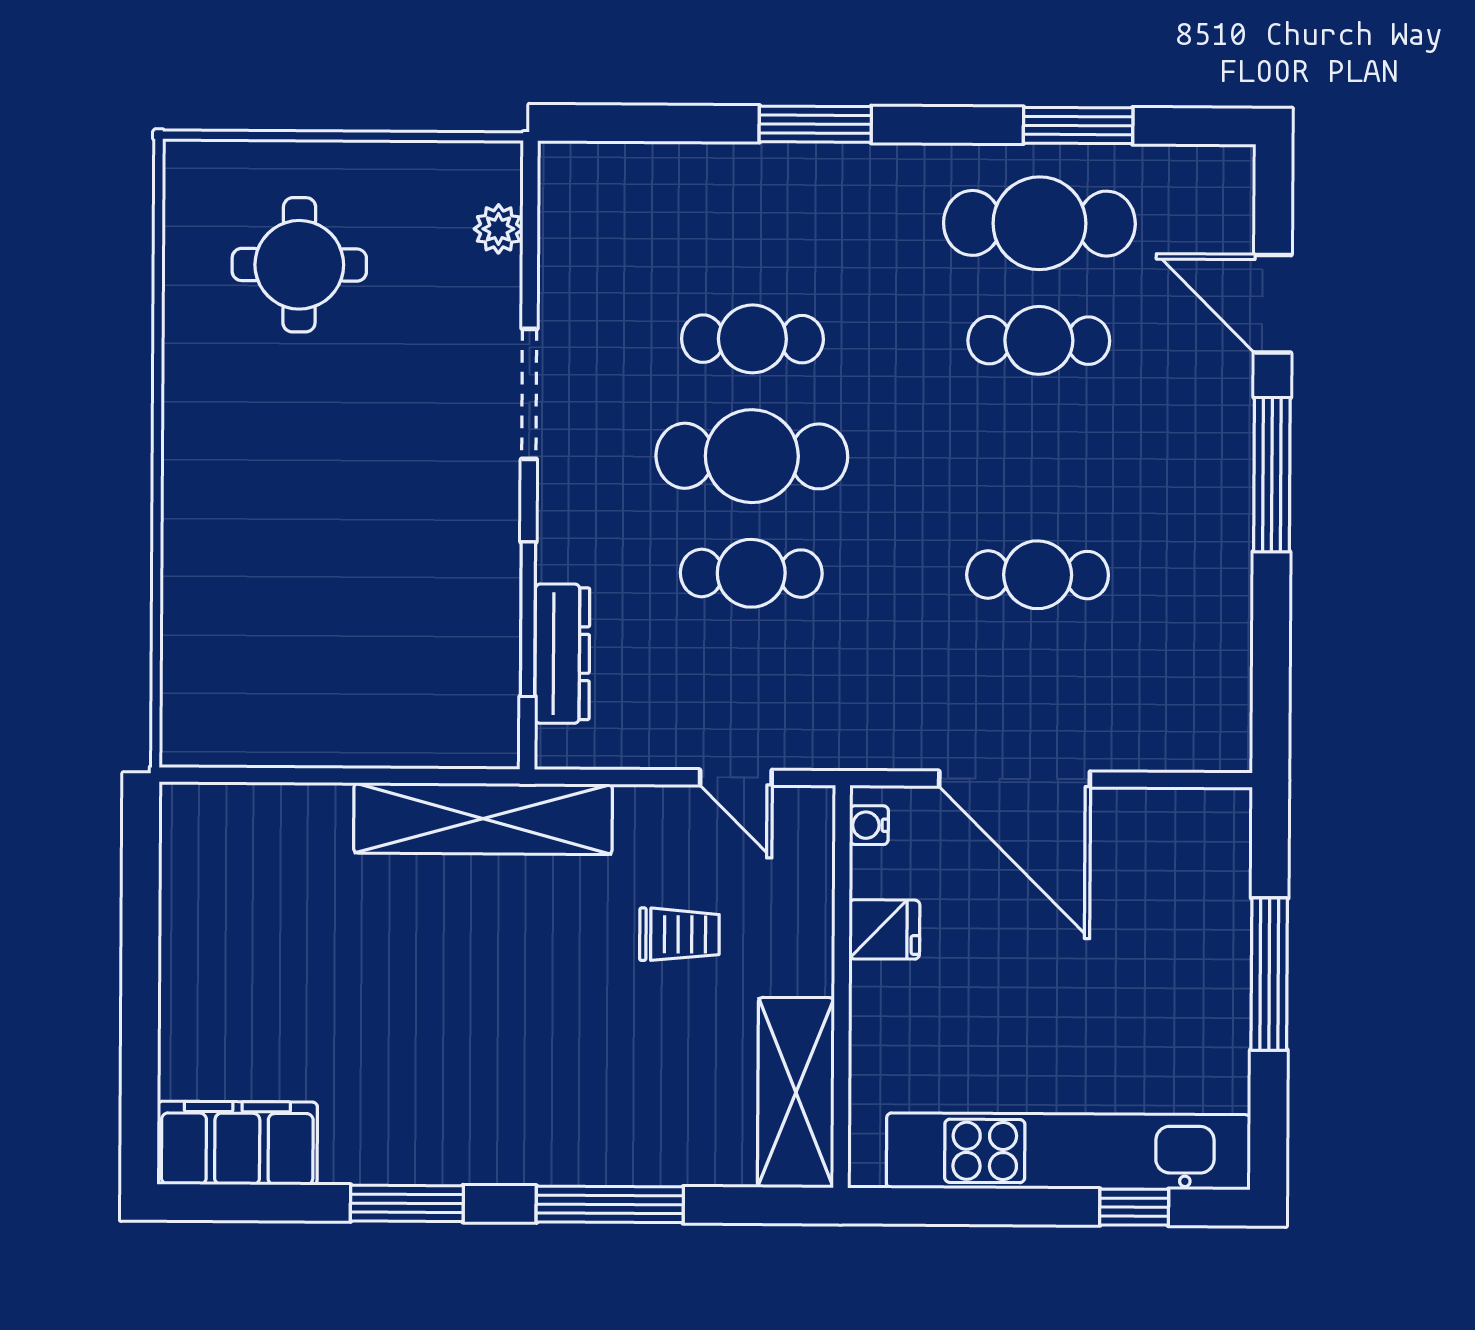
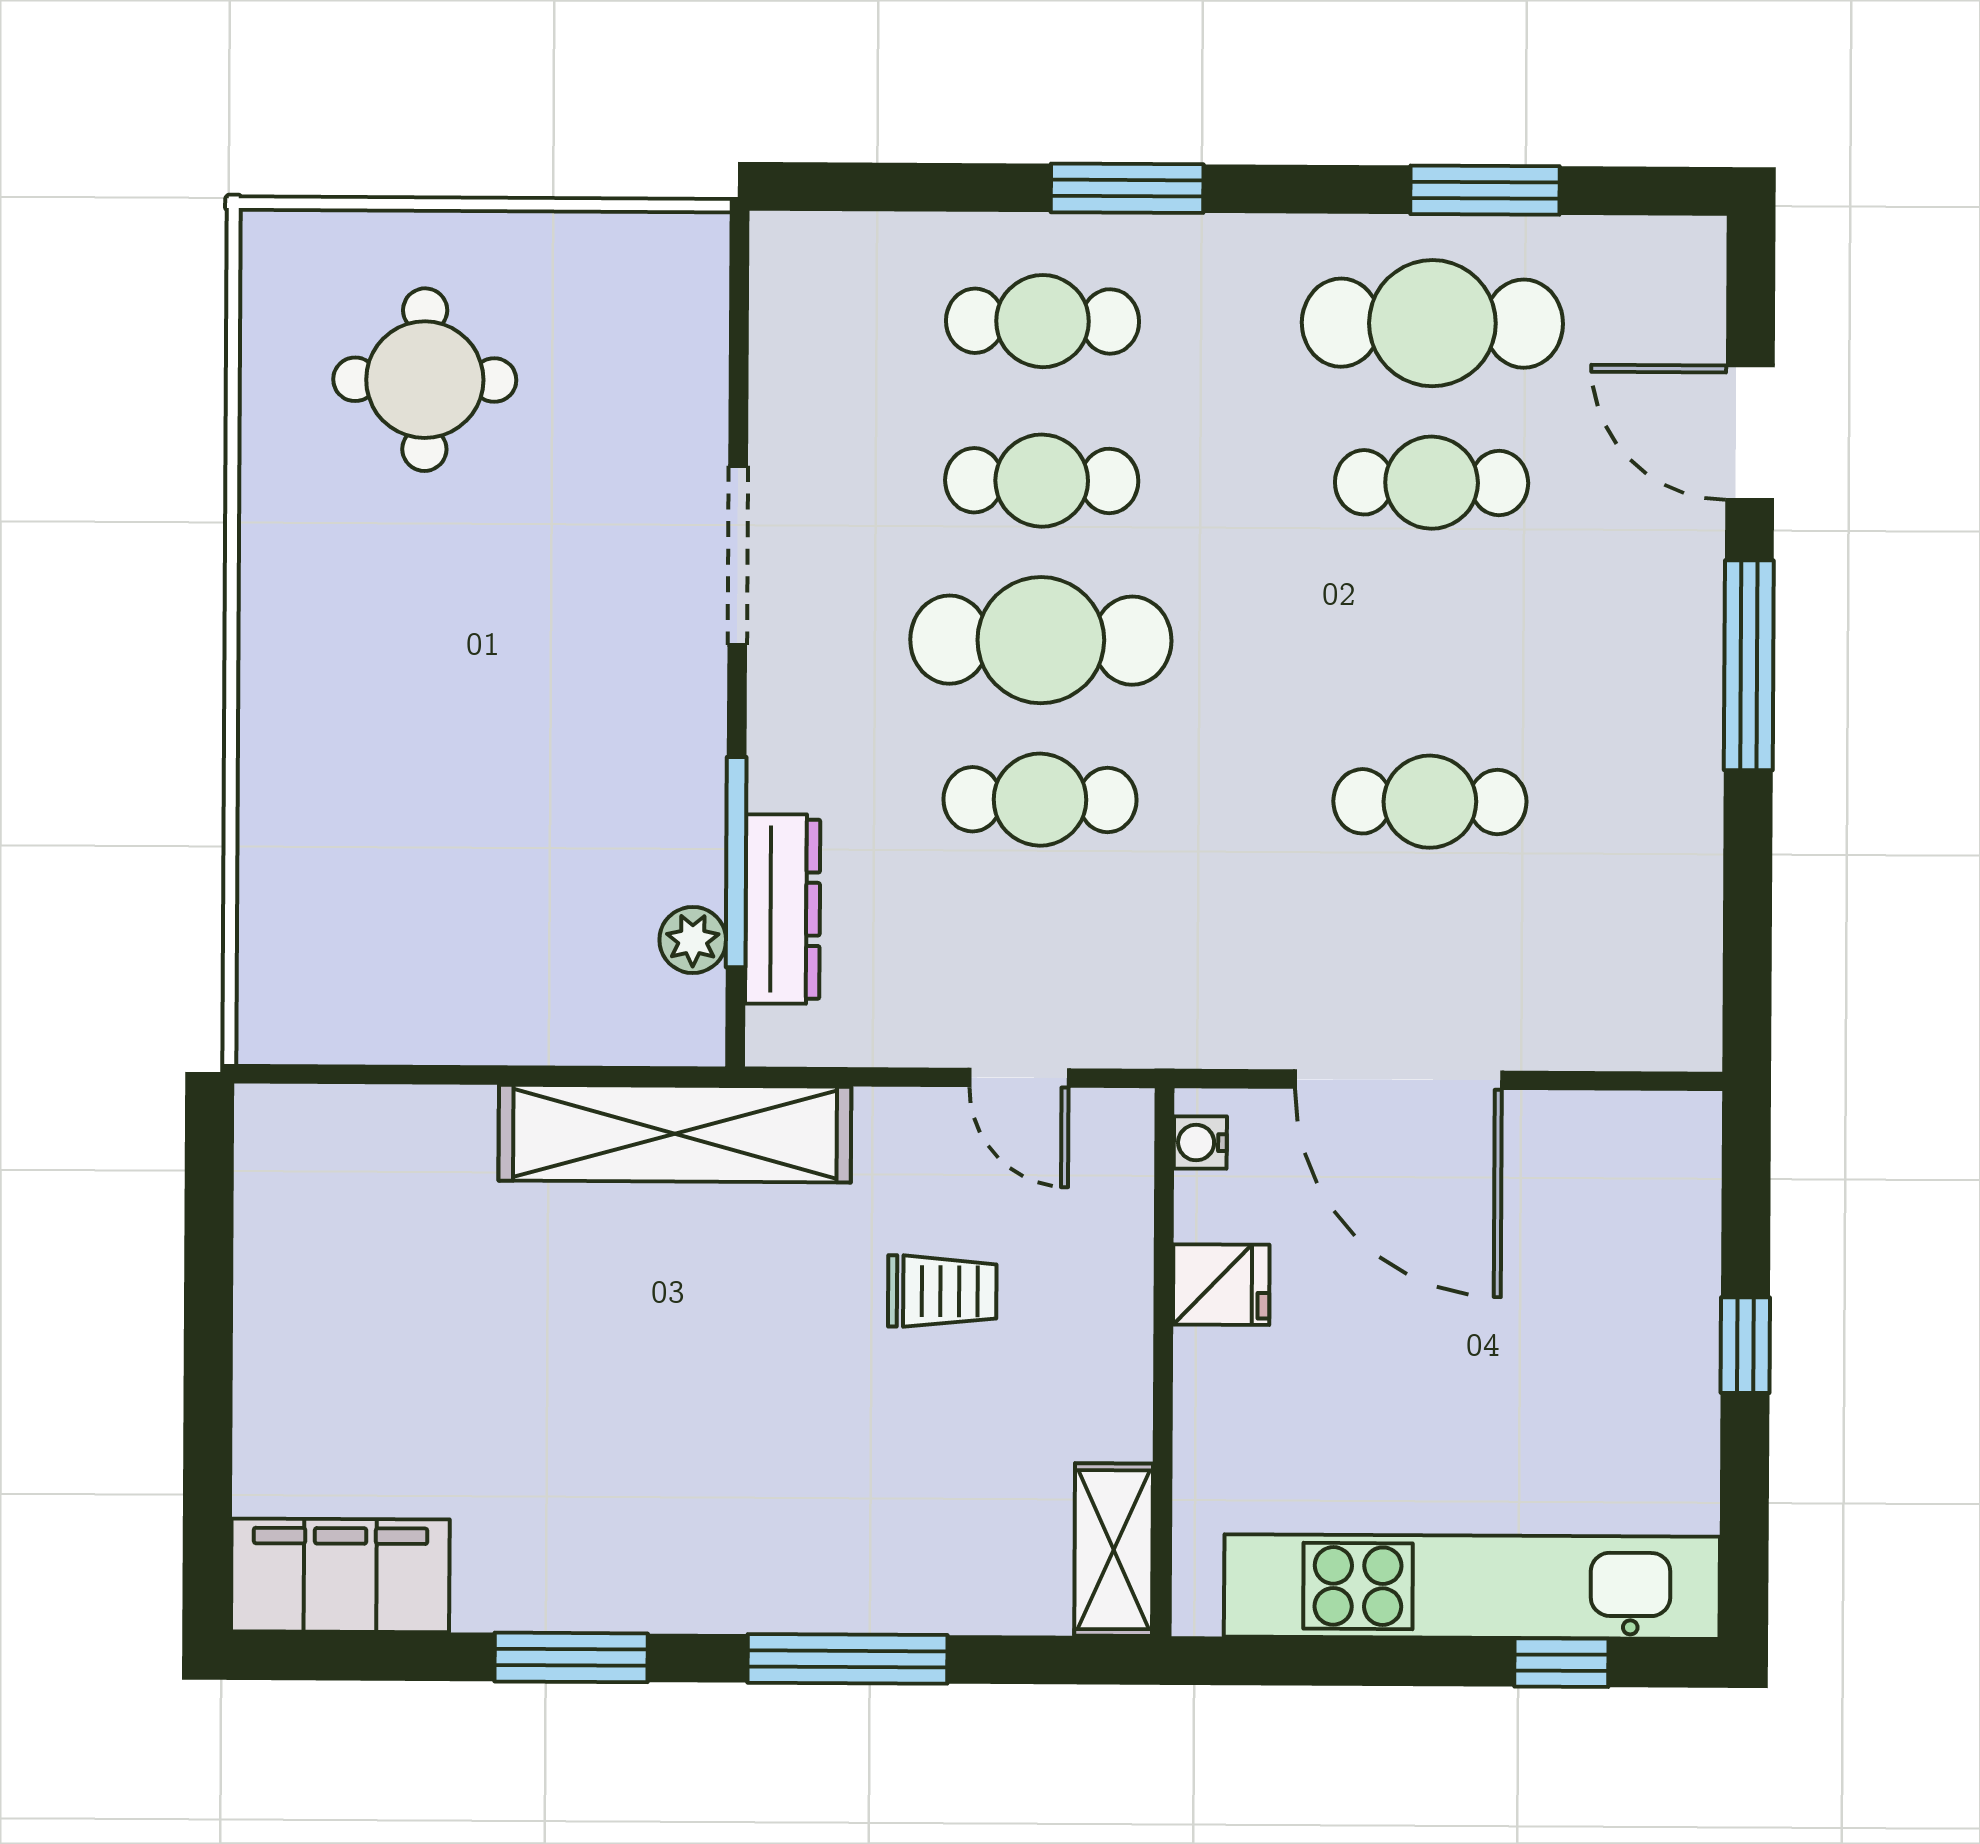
cafe table: (753, 222) -> (1043, 321), added
plant: (498, 229) -> (693, 940), moved
window: (1269, 974) -> (1745, 1345), width x0.46
shelving: (796, 1092) -> (1114, 1550), width x0.67, depth x0.75

